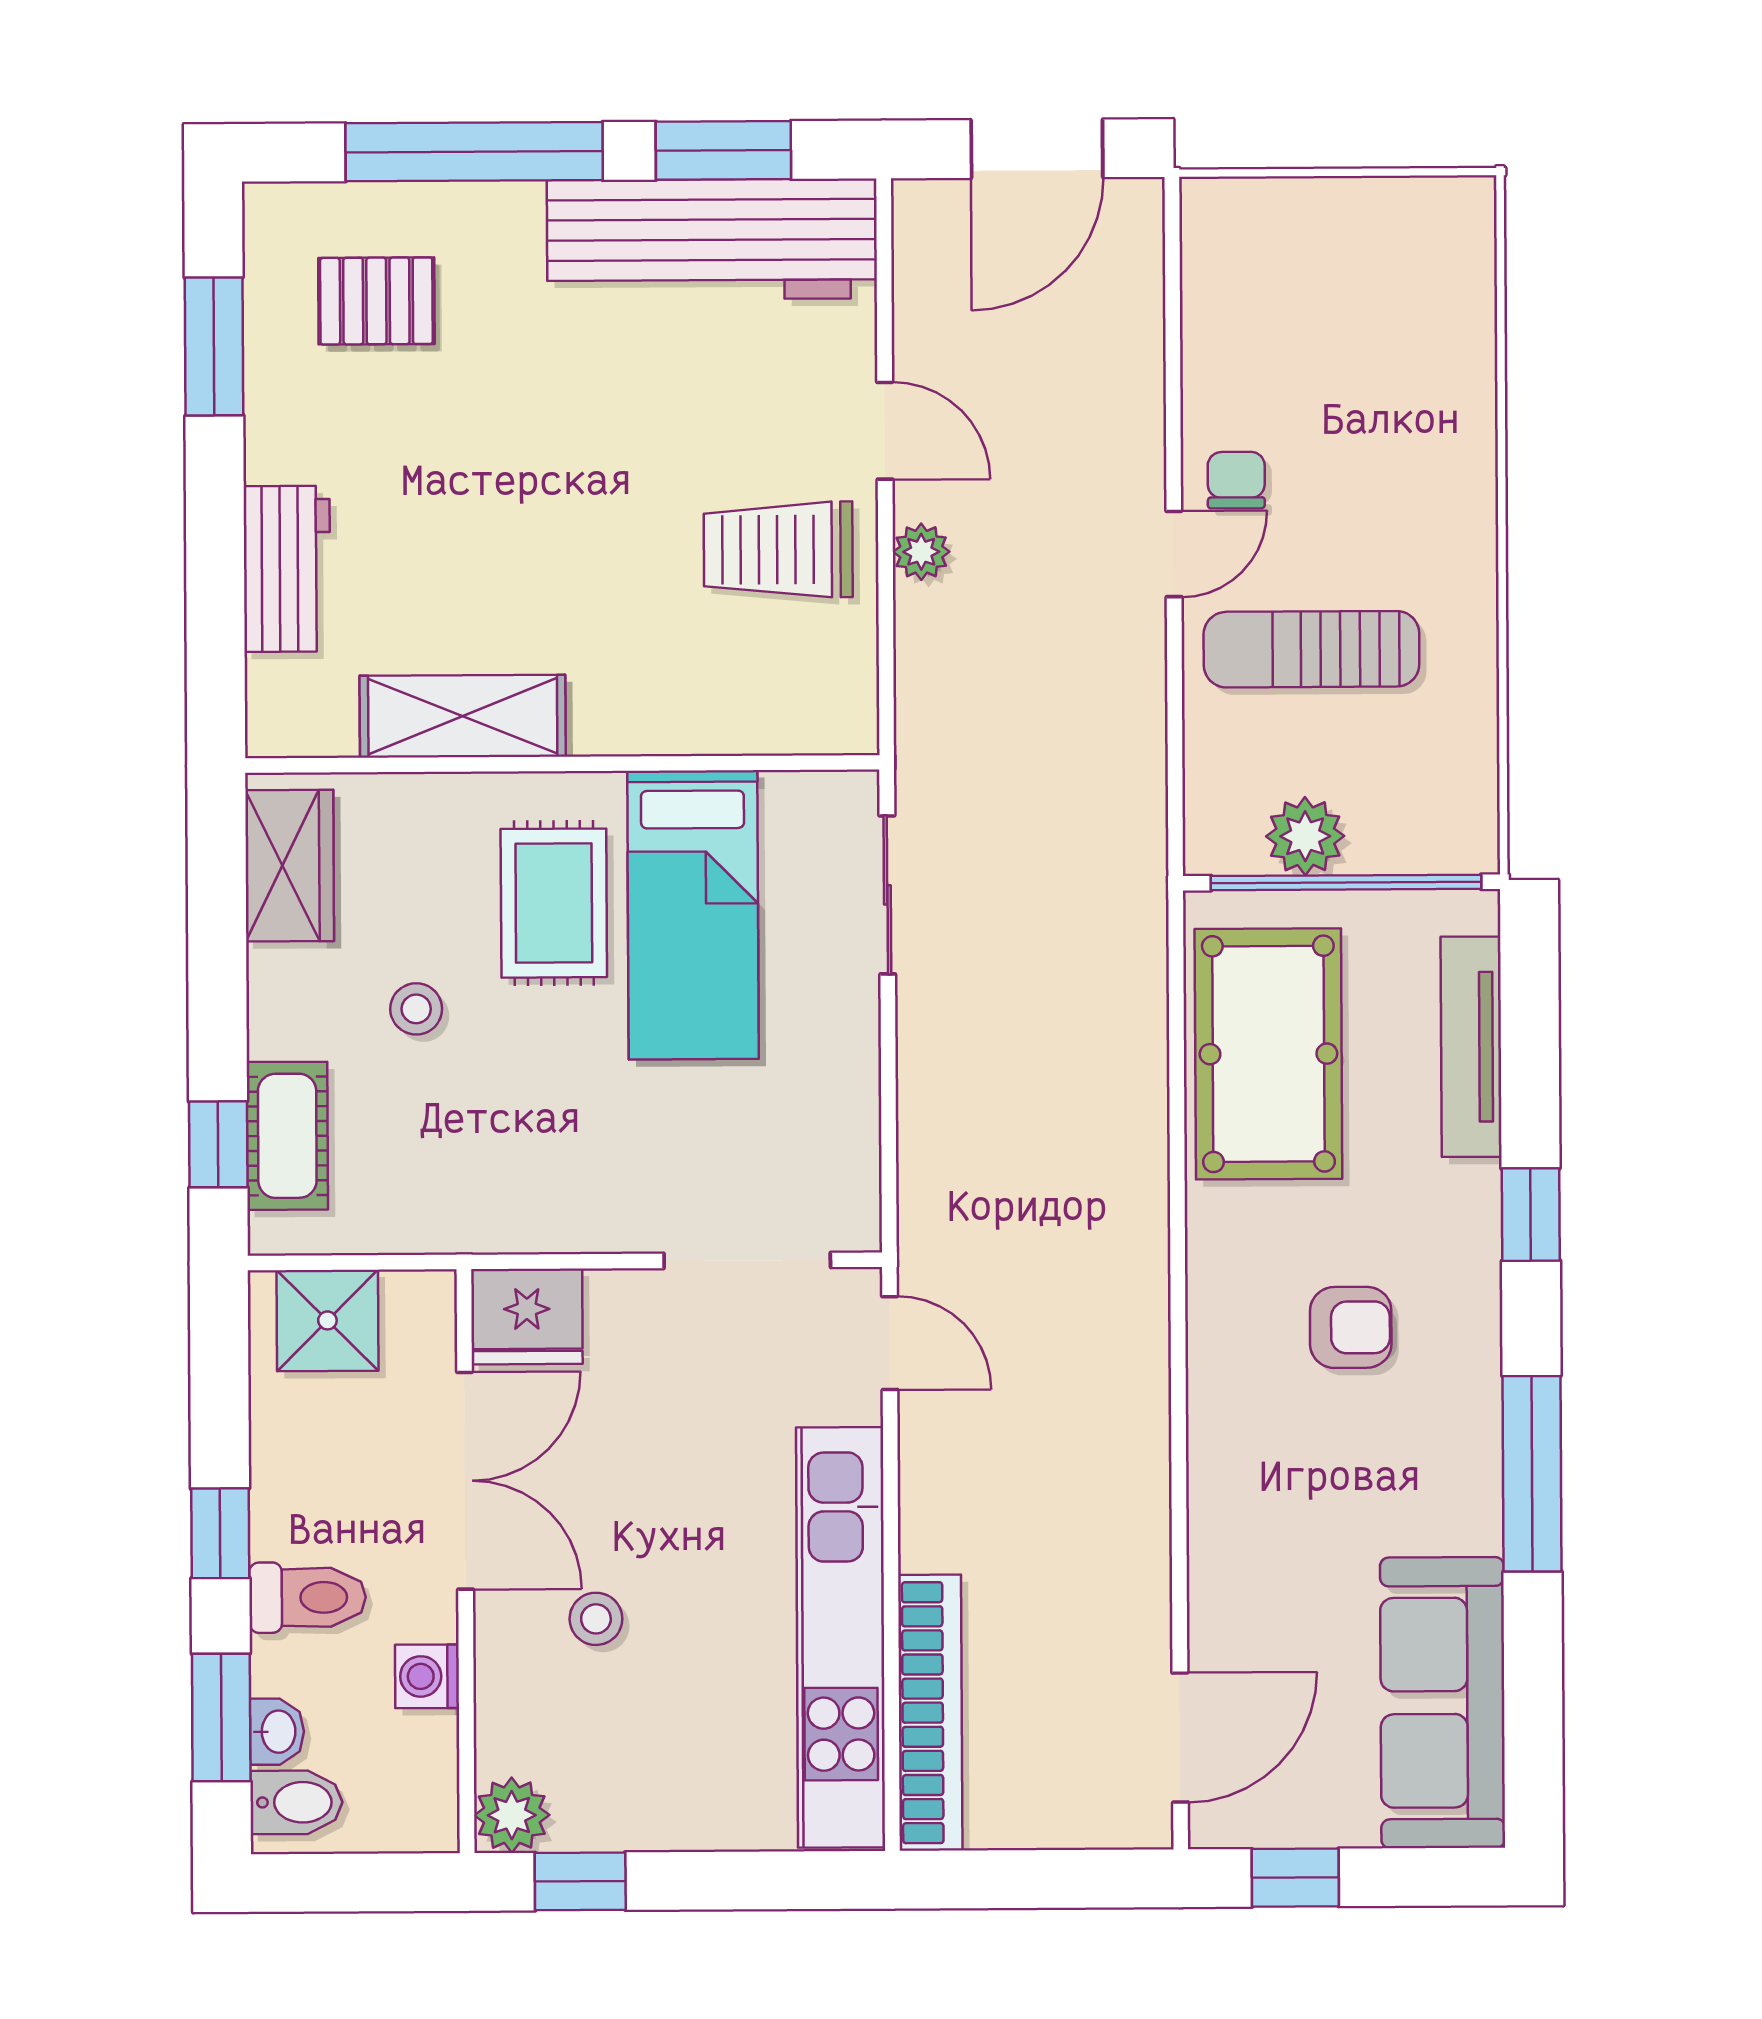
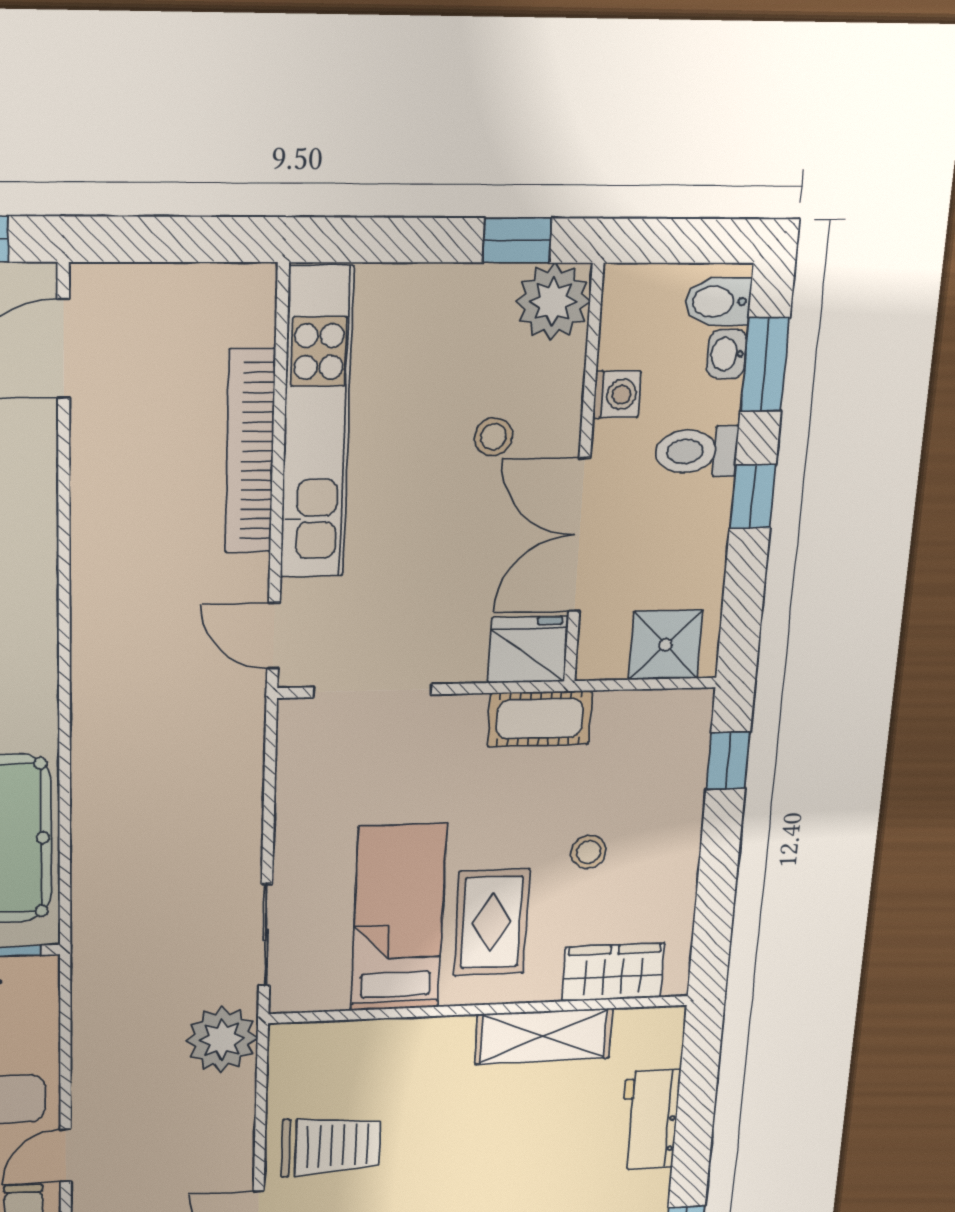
plant: (921, 552) -> (222, 1039), moved, width x1.87, depth x1.87
wardrobe: (290, 866) -> (613, 972), moved, turned 90
cot: (287, 1136) -> (540, 719), moved, turned 90
bookcase: (930, 1713) -> (250, 451), moved
plant: (512, 1815) -> (553, 302), width x1.36, depth x1.36

